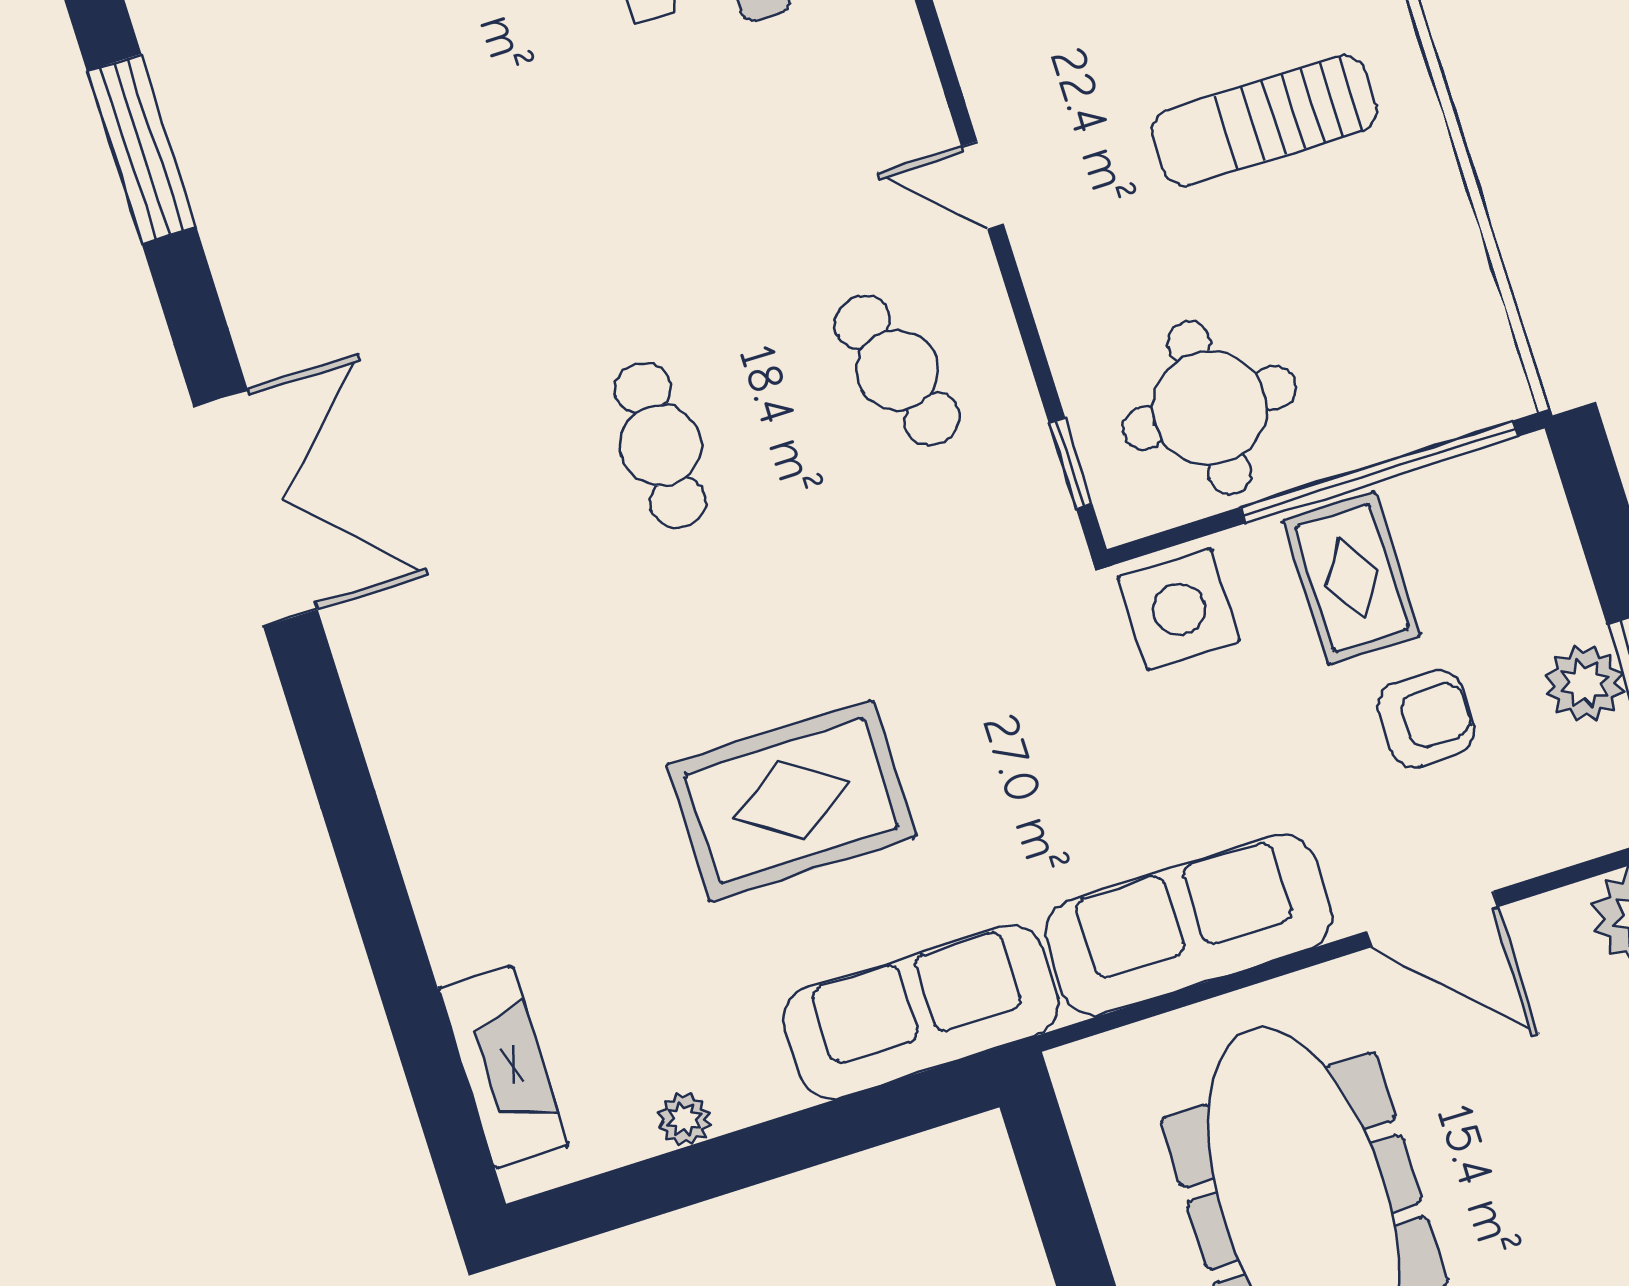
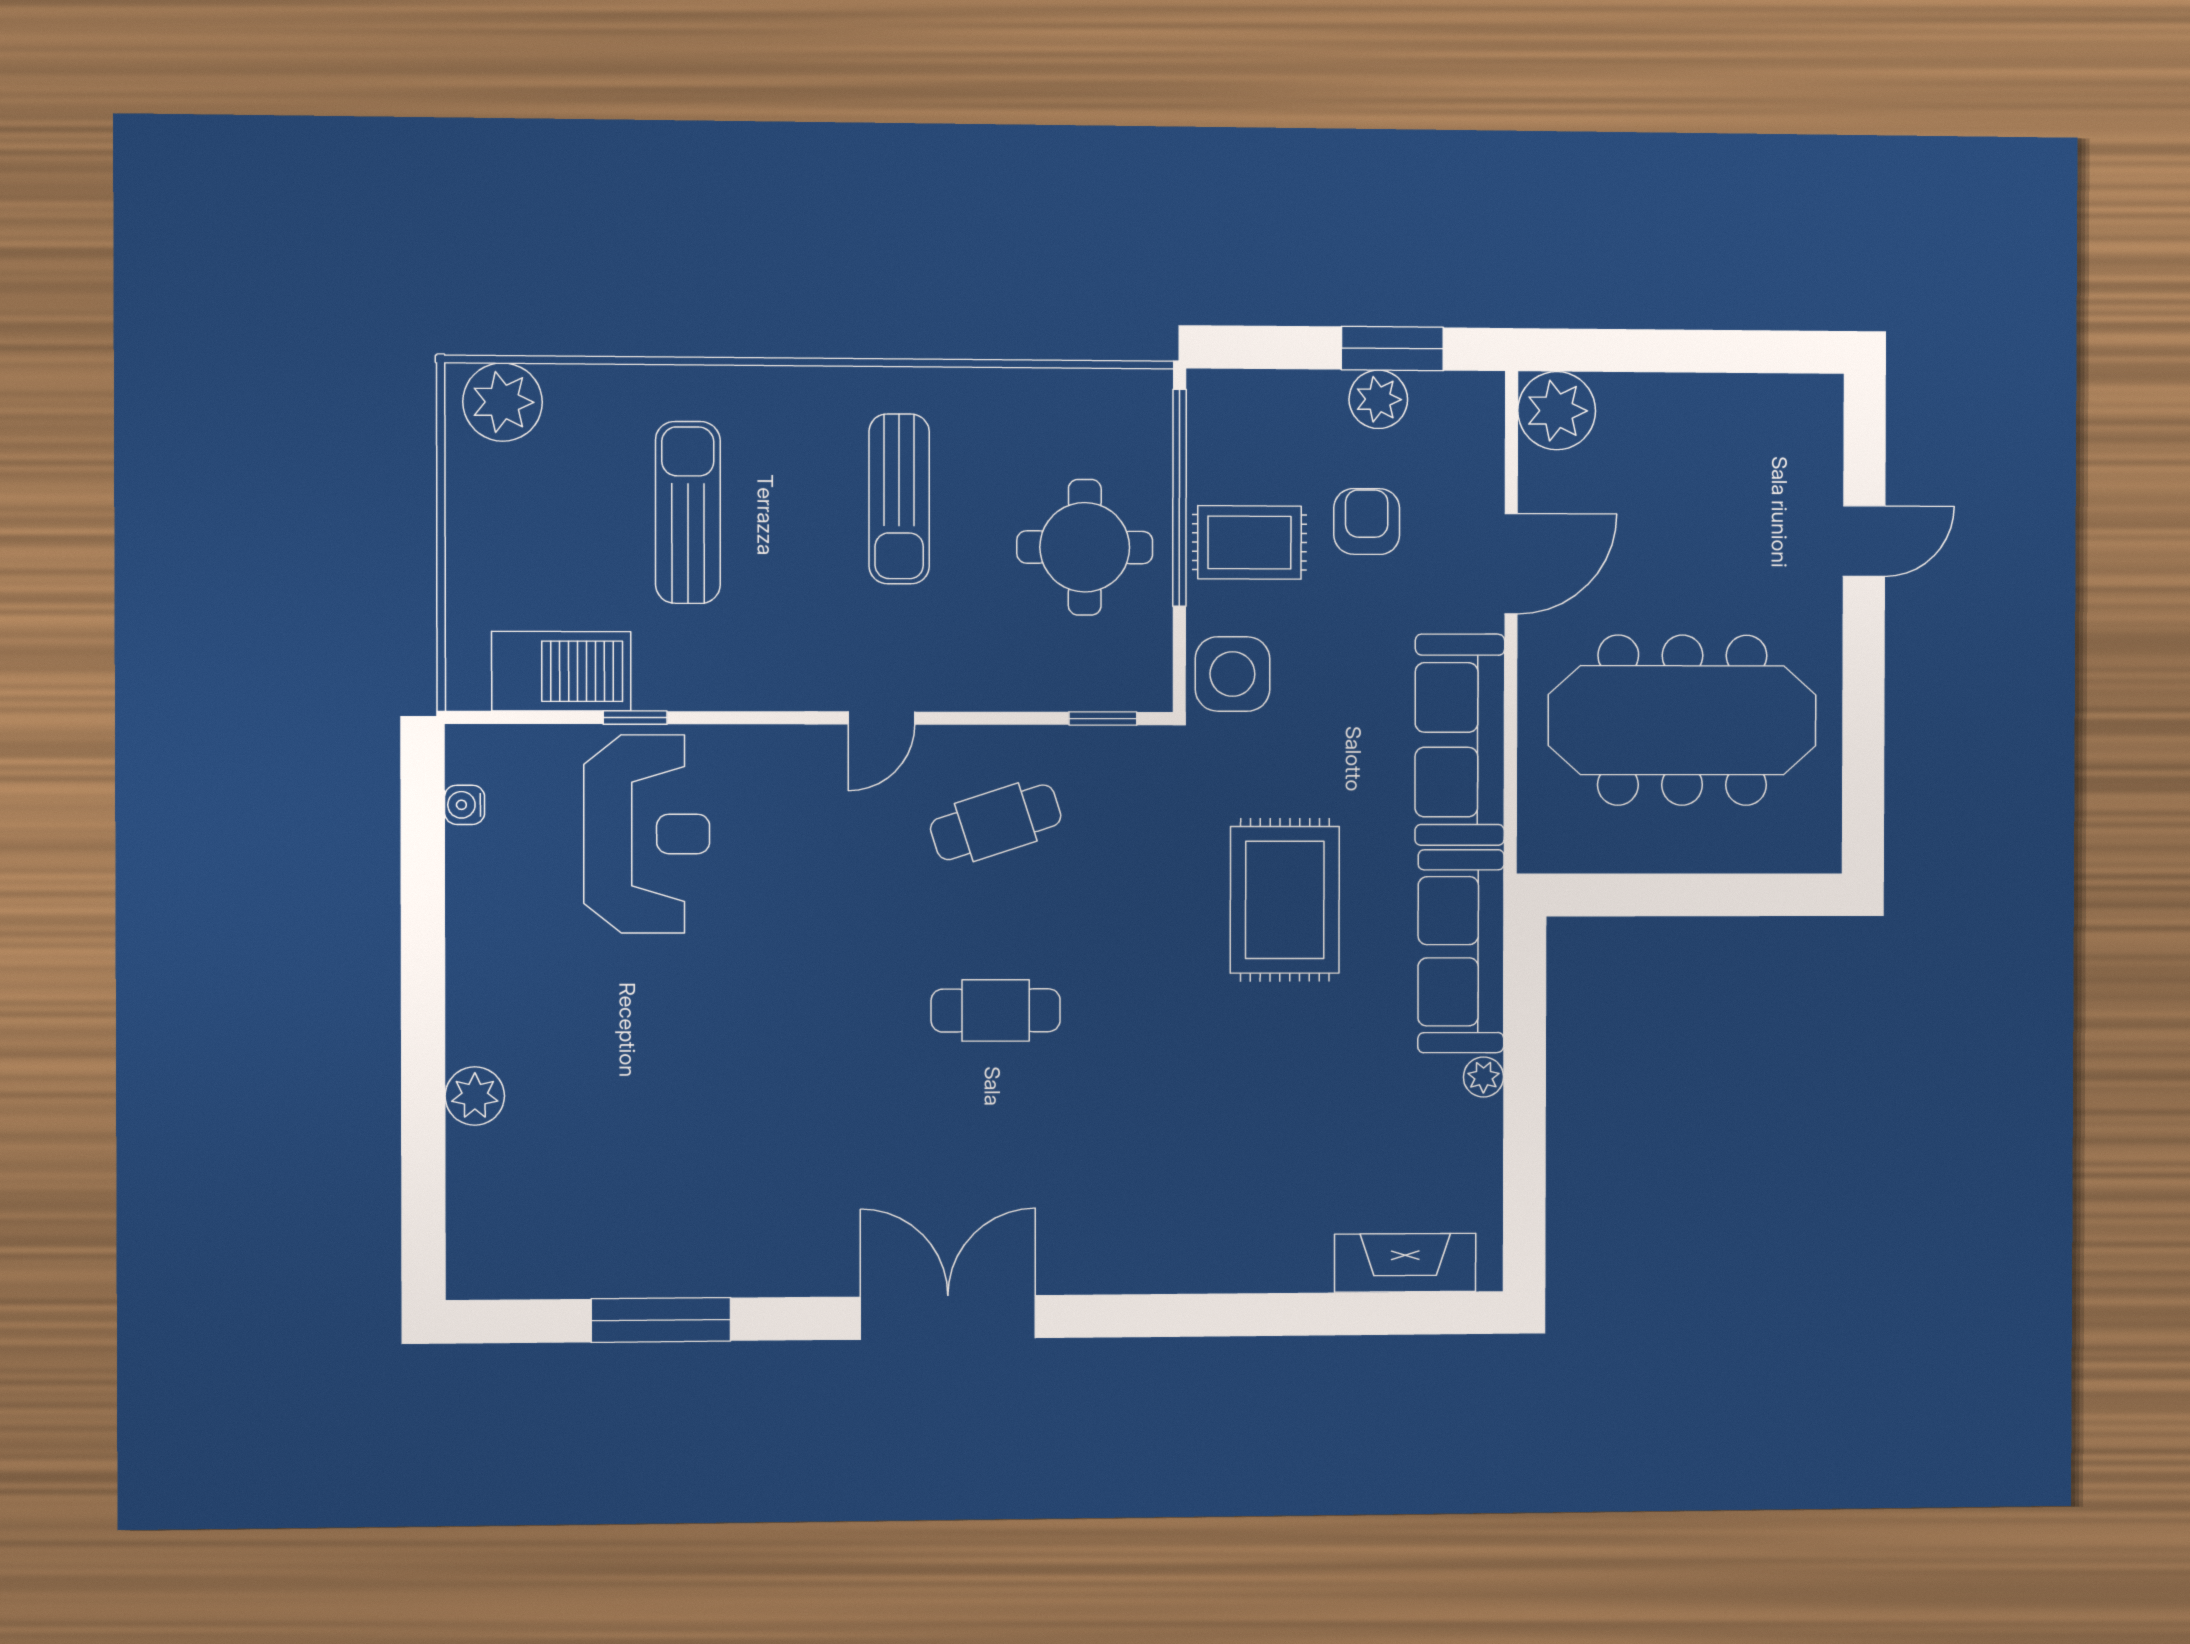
round table: (1209, 408) -> (1085, 547), moved
rug: (791, 801) -> (1285, 900), moved
plant: (684, 1119) -> (1483, 1077), moved

